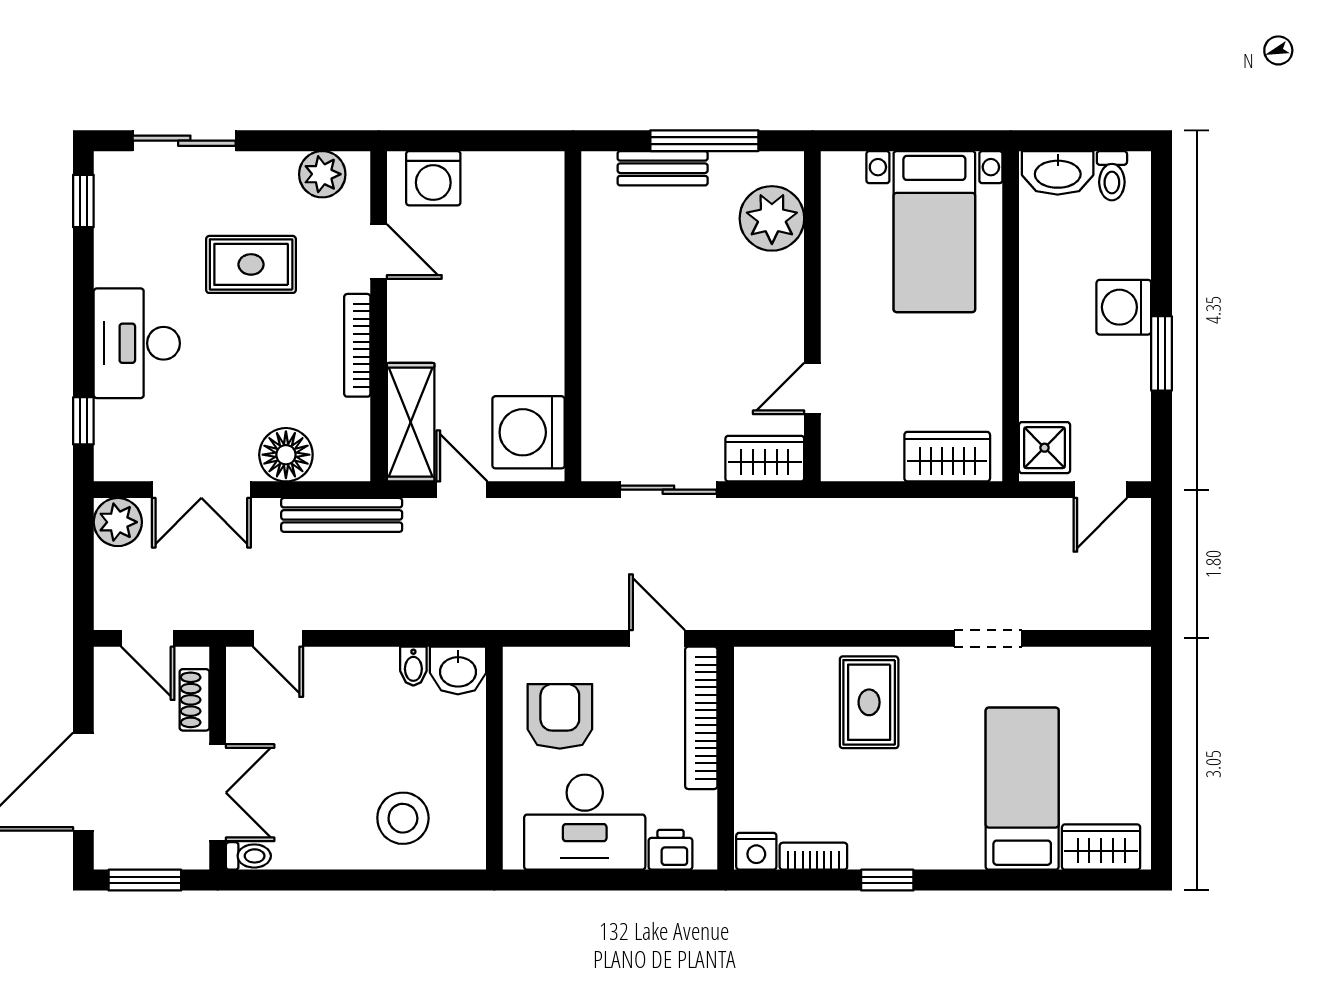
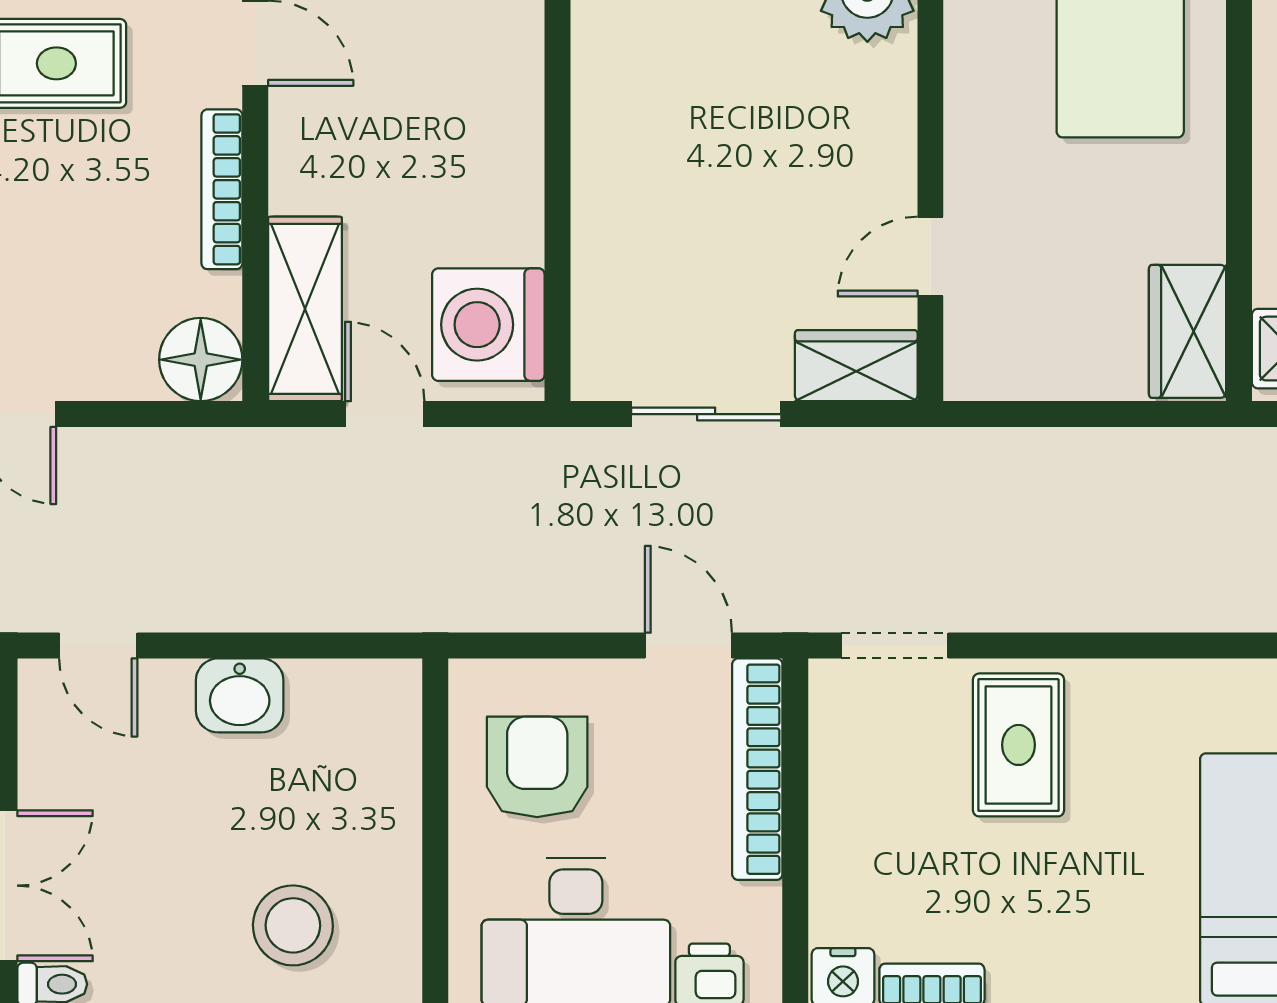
floor lamp: (286, 455) -> (201, 360), moved
wardrobe: (947, 457) -> (1188, 331), moved, turned -90
bench: (342, 515) -> (198, 453), removed
doorway: (988, 638) -> (895, 646), moved
bidet: (413, 666) -> (309, 689), removed
washbasin: (458, 670) -> (240, 695), moved

